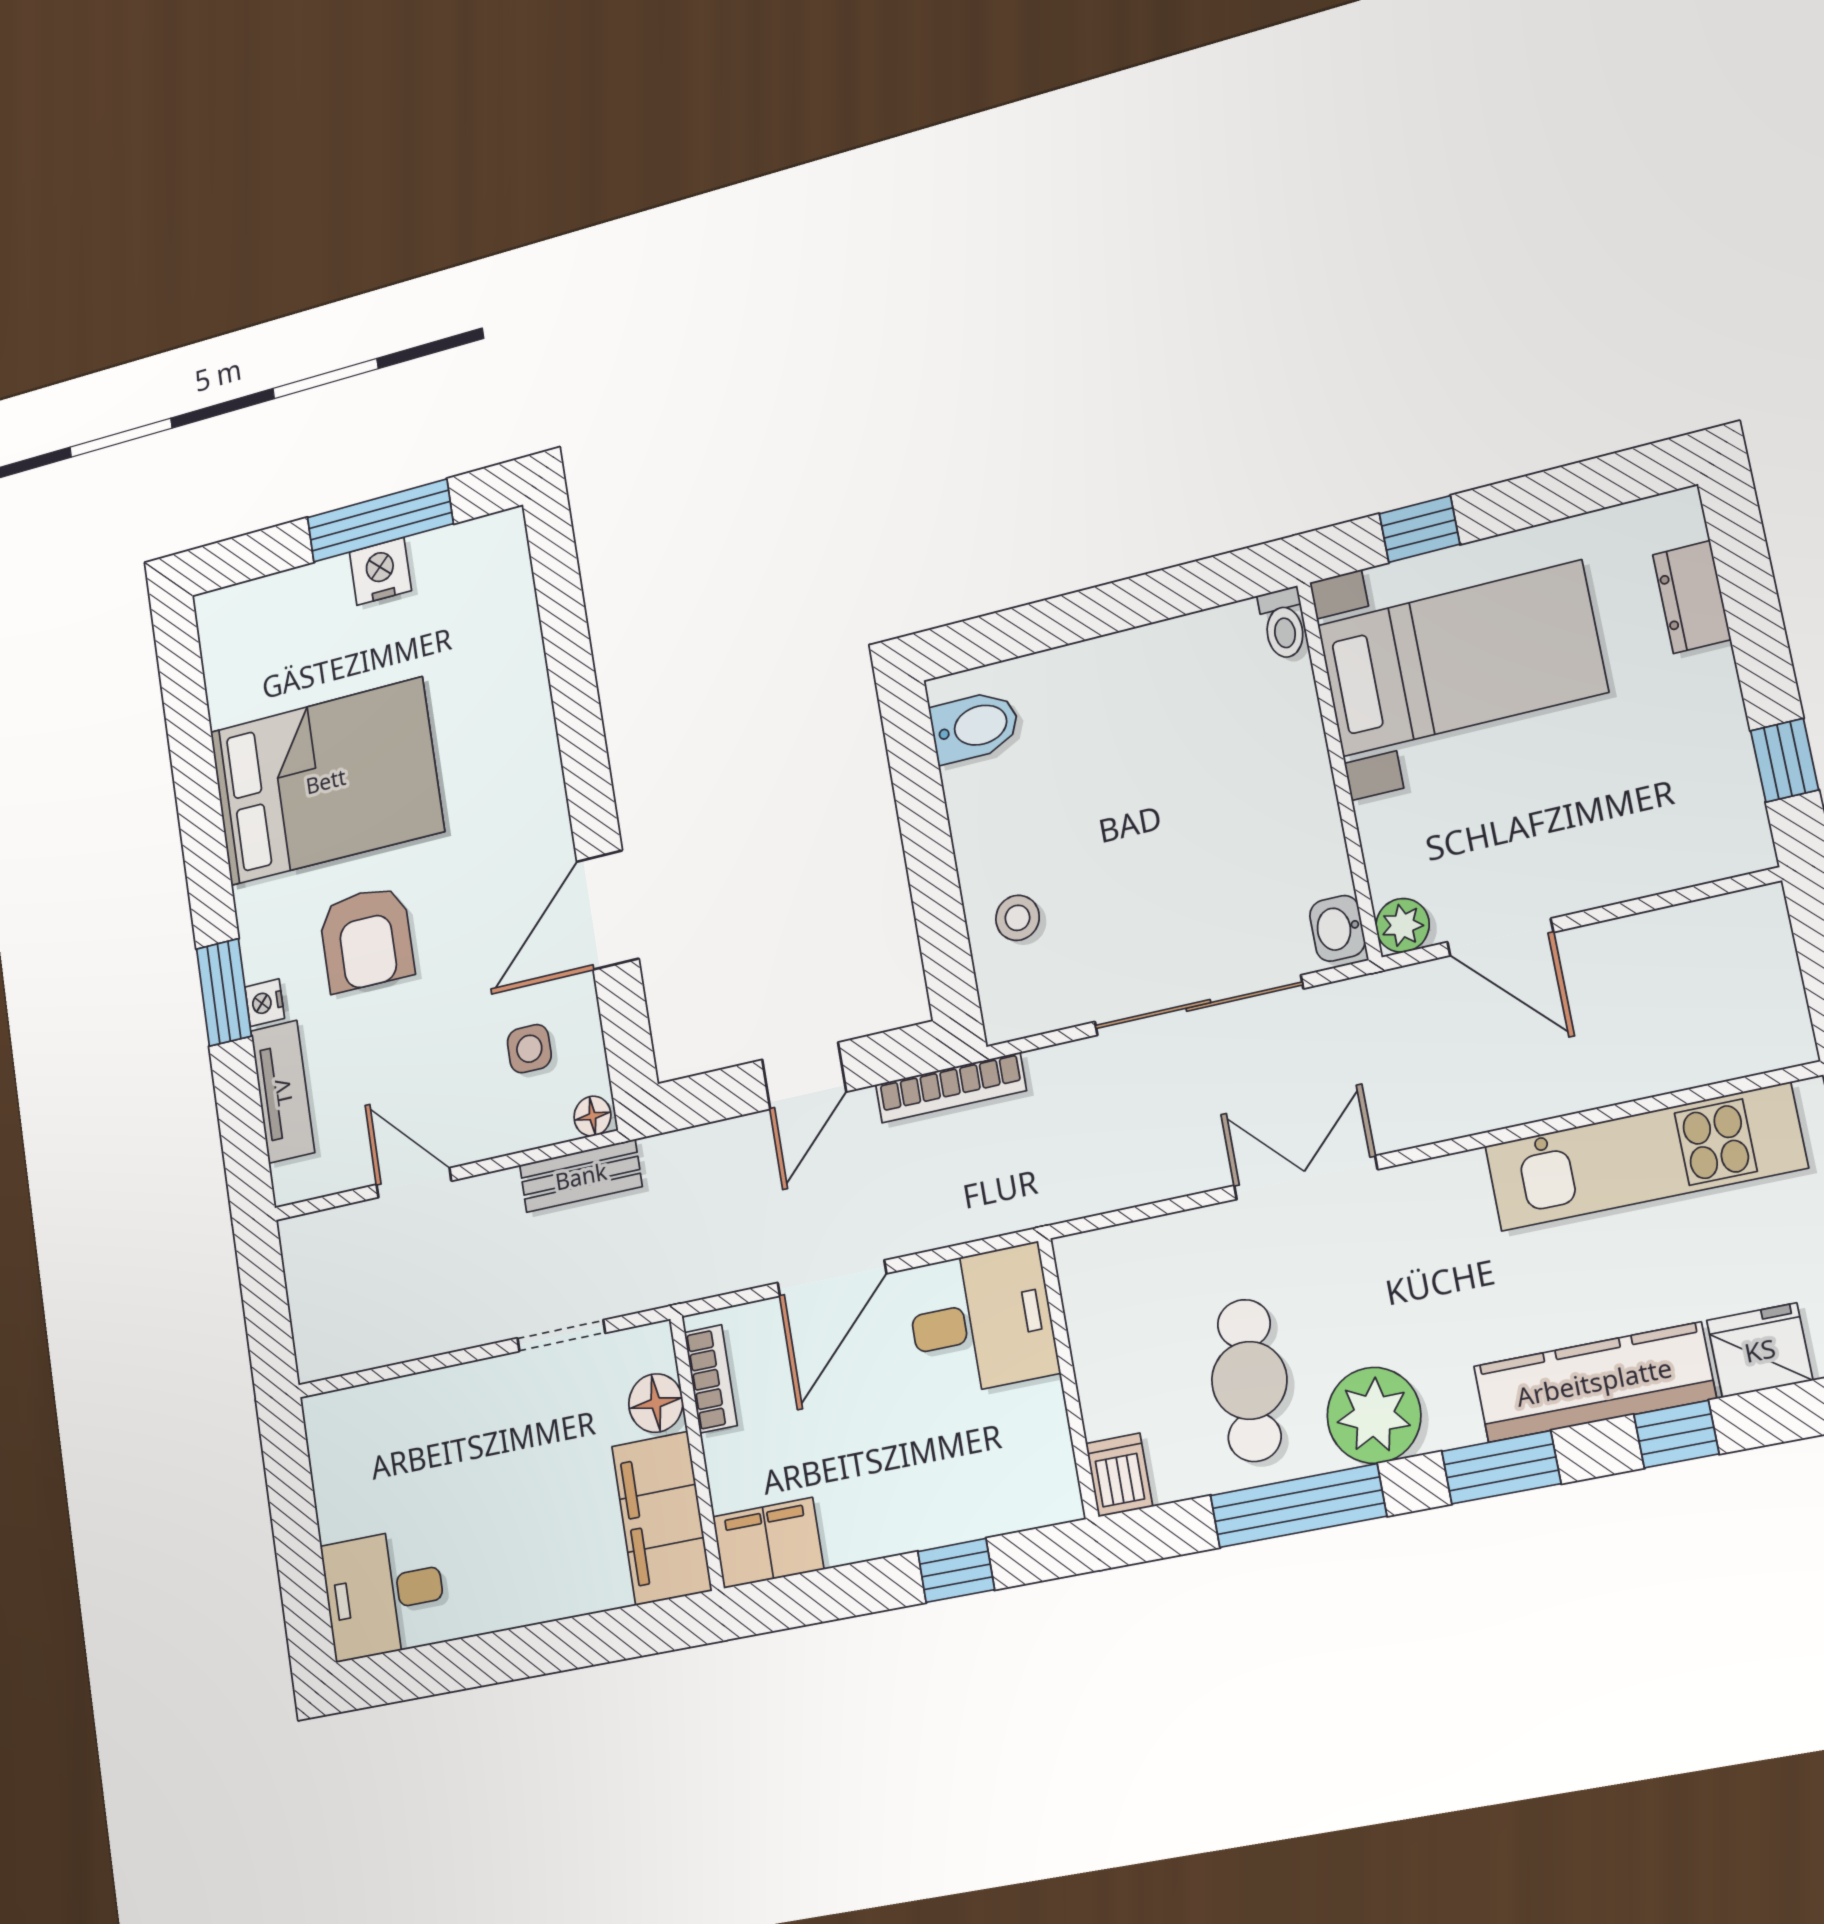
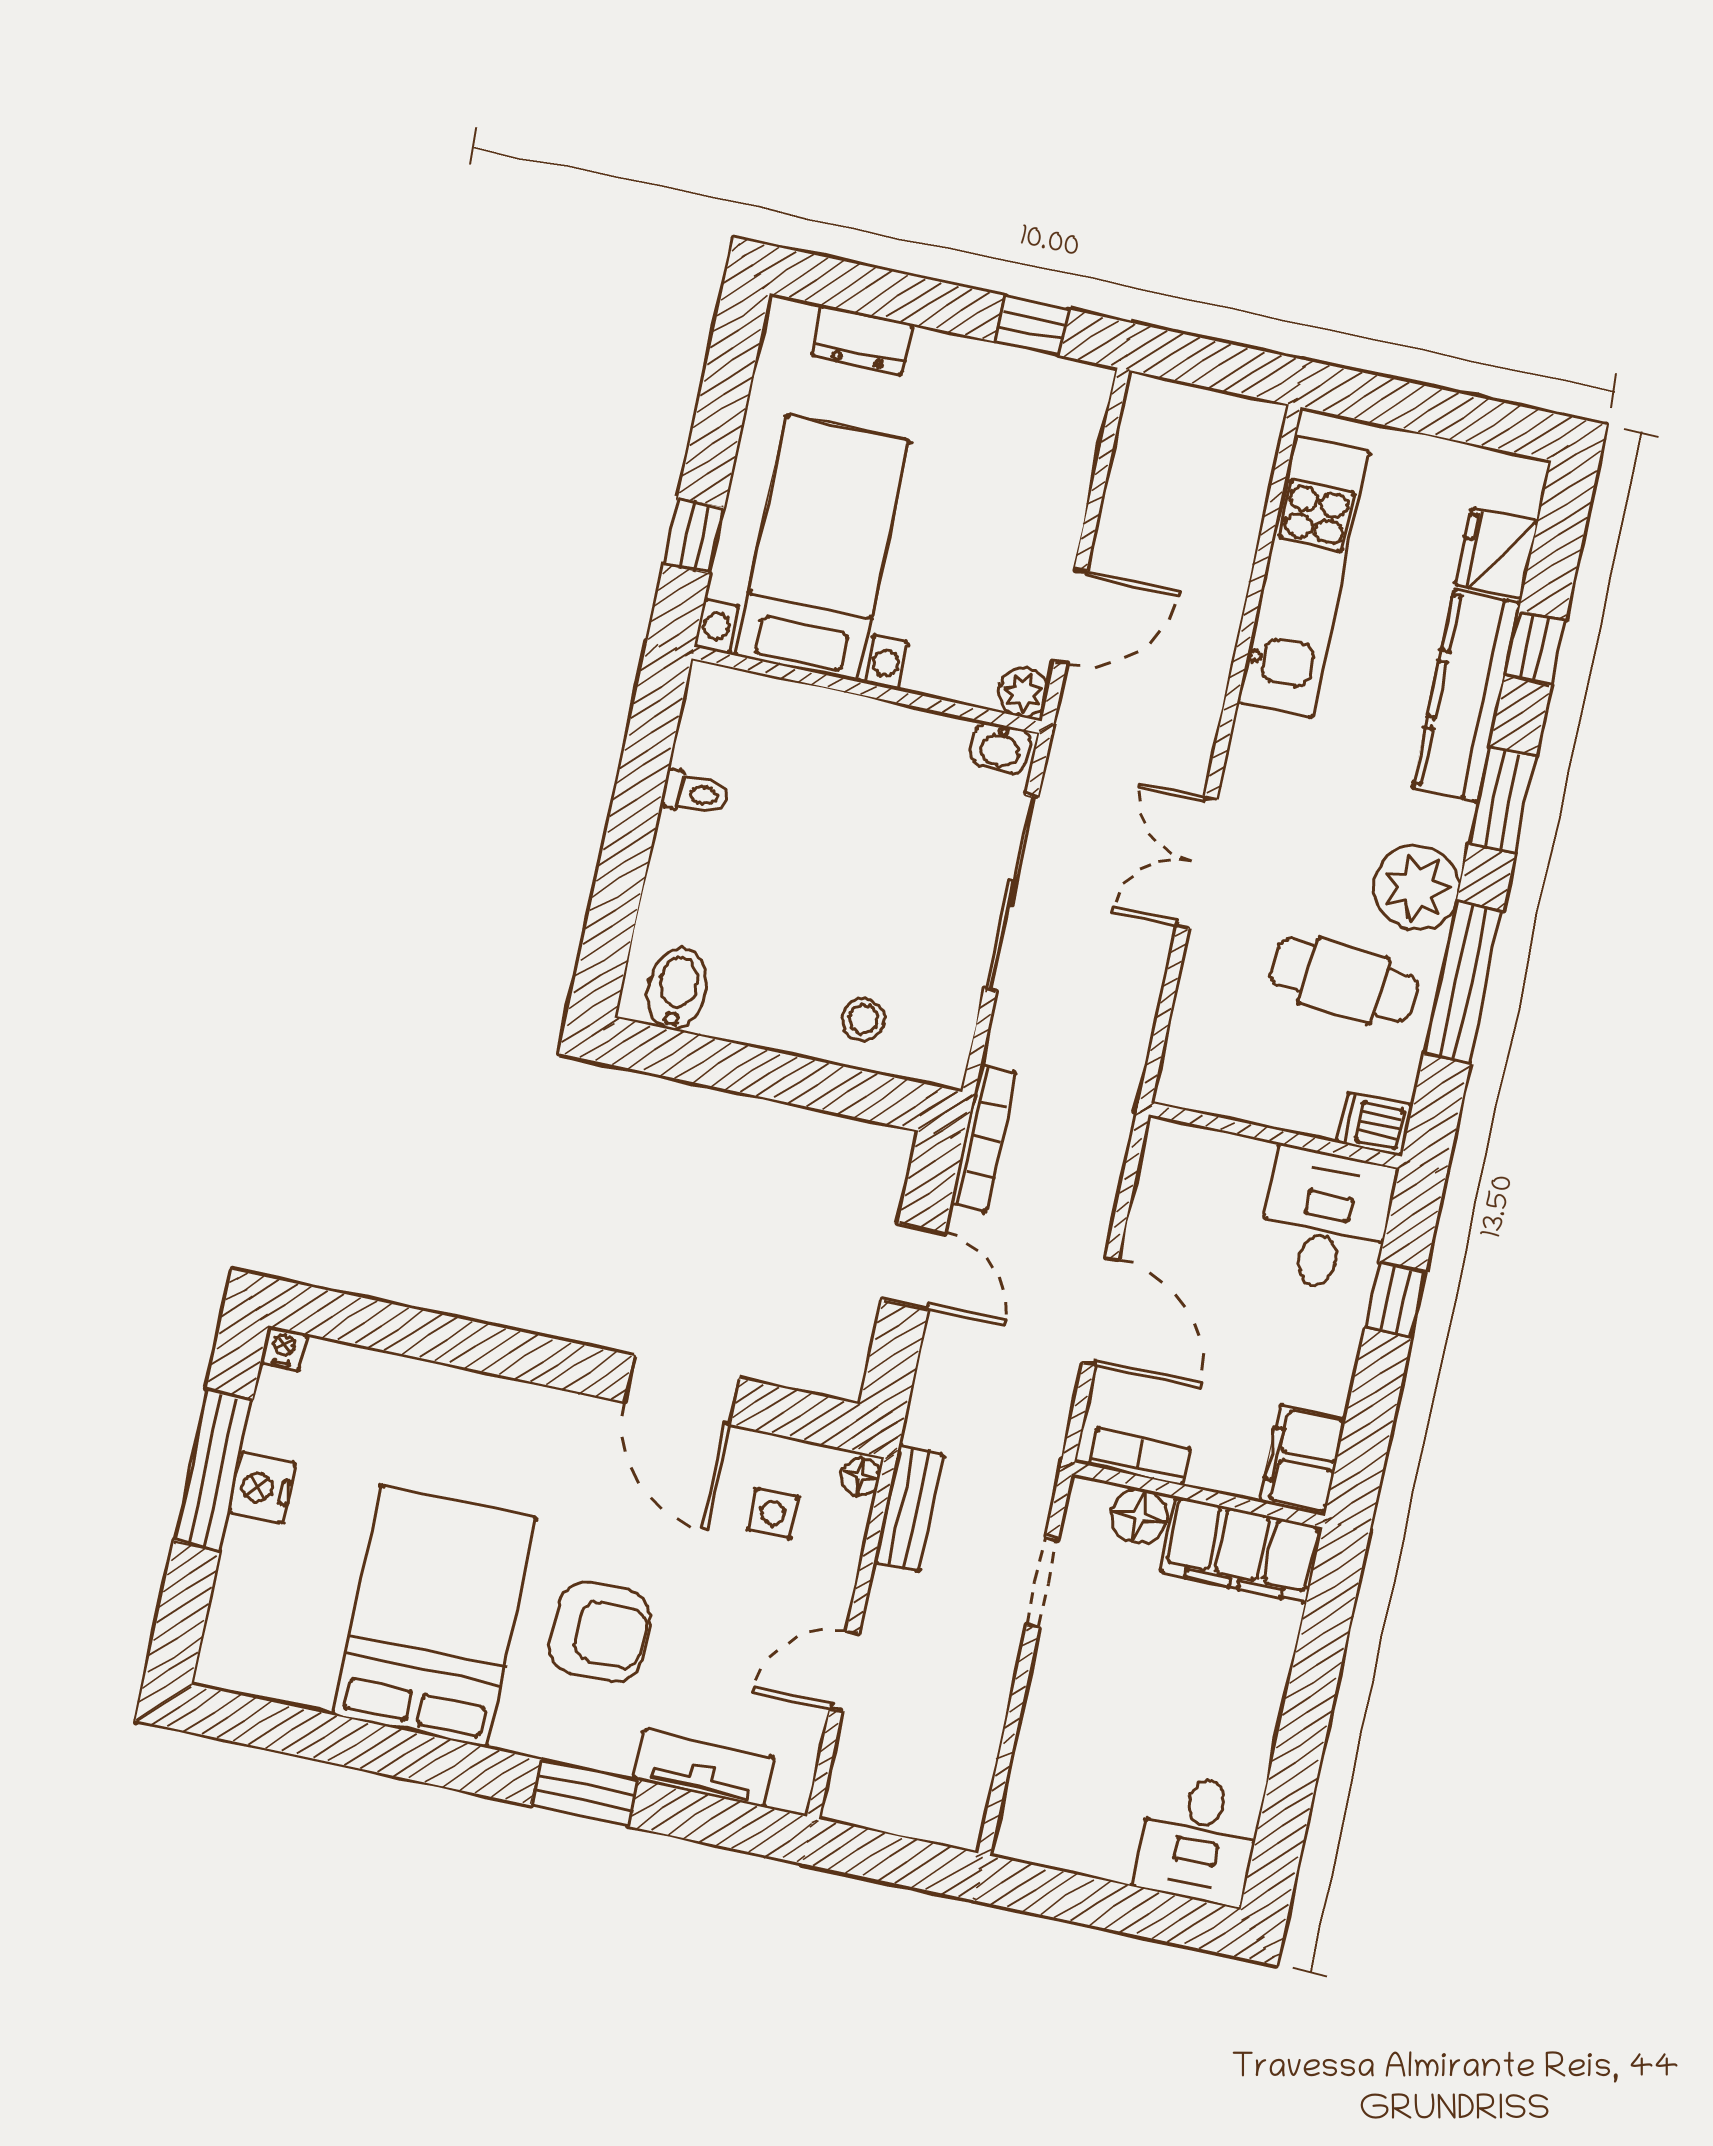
toilet: (1283, 624) -> (695, 793), moved
nightstand: (265, 1003) -> (284, 1348), moved, turned 180
desk: (981, 1321) -> (1326, 1220), moved

